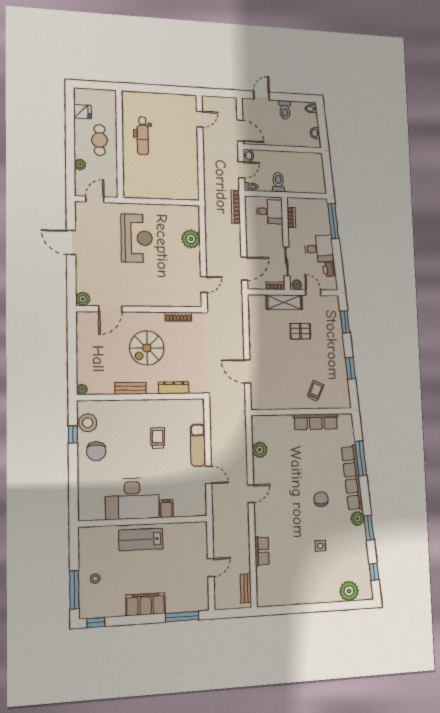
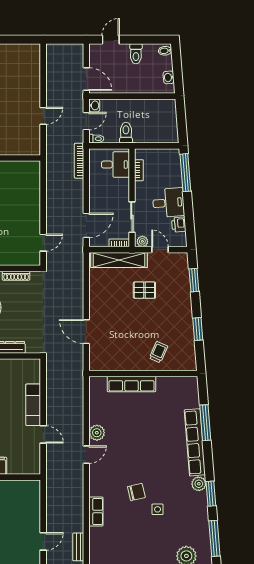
door: (200, 119) -> (43, 116), moved
plant: (191, 239) -> (31, 196), removed
shelving: (284, 302) -> (119, 260), width x1.47
row of seats: (316, 422) -> (131, 384), moved
plant: (260, 450) -> (97, 433), moved
chair: (321, 499) -> (136, 492), moved, turned 77
door: (211, 568) -> (43, 541), moved
window: (374, 572) -> (214, 538), width x2.17

